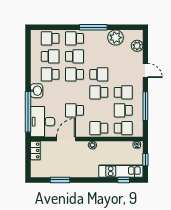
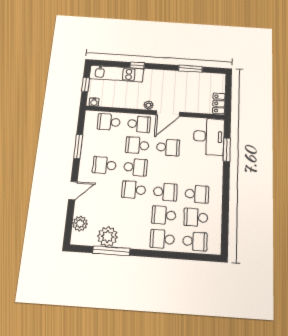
window: (93, 27) -> (111, 251), moved
school desk: (74, 38) -> (162, 239), turned 180
door: (145, 70) -> (73, 191), swing flipped
washbasin: (37, 91) -> (215, 175), removed
window: (145, 106) -> (78, 146), width x0.69
school desk: (123, 110) -> (137, 145), moved, turned 180
window: (28, 112) -> (227, 150), width x0.47
door: (66, 139) -> (168, 113), moved
window: (124, 180) -> (137, 65), moved

